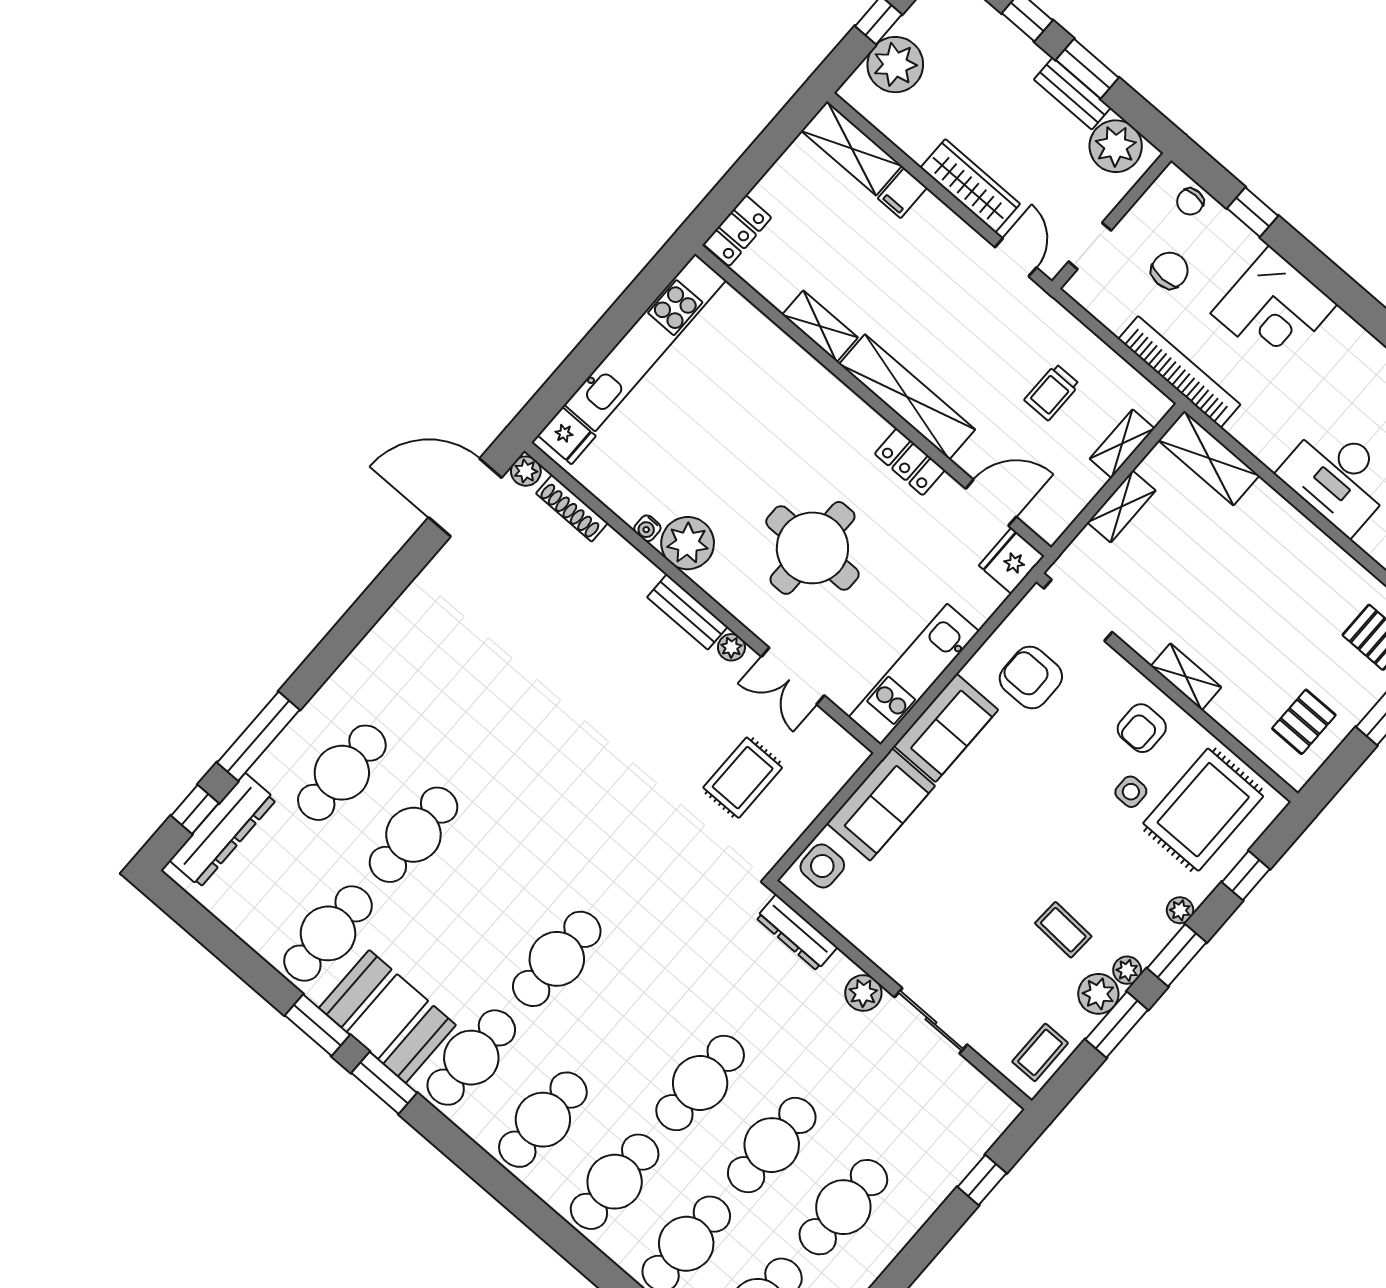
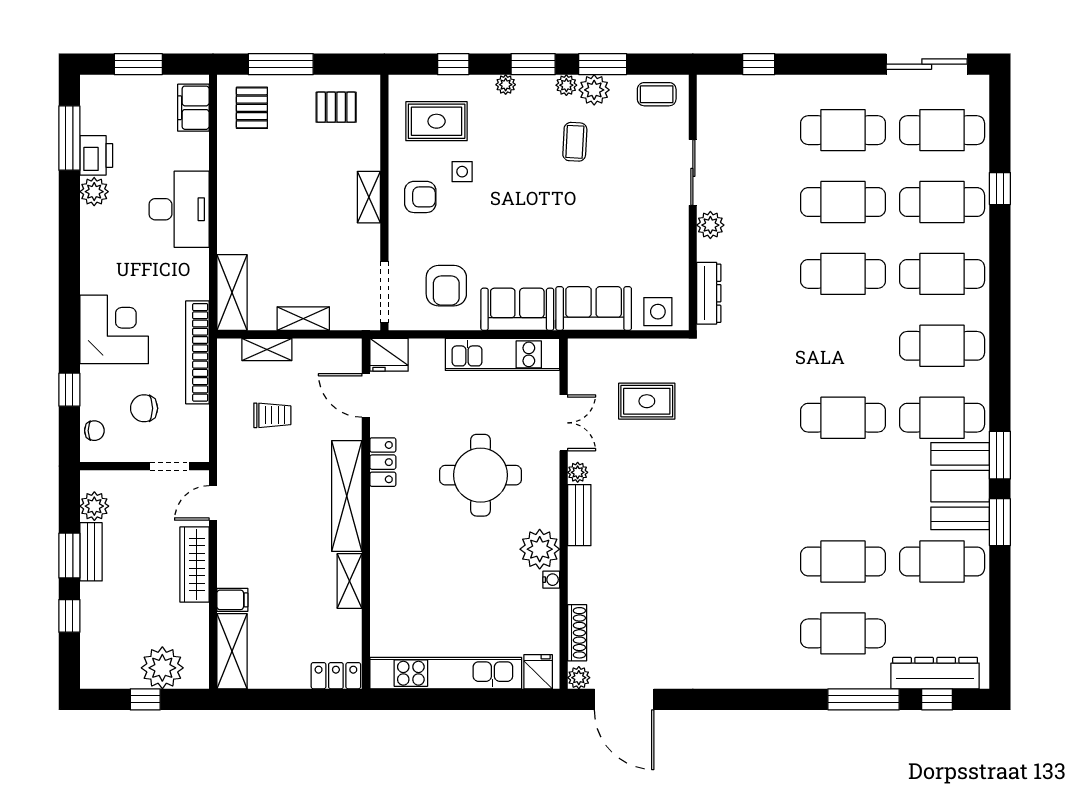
plant: (1116, 146) -> (94, 506), width x0.73, depth x0.73
rug: (1203, 810) -> (437, 121), width x0.73, depth x0.70

